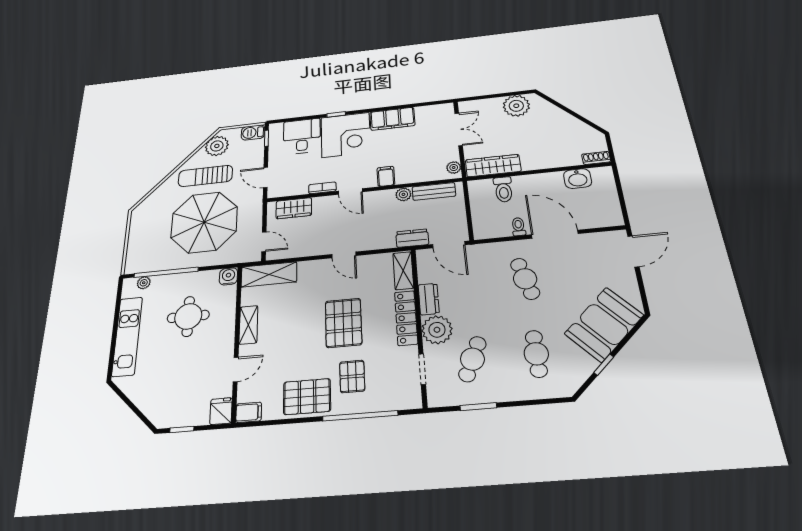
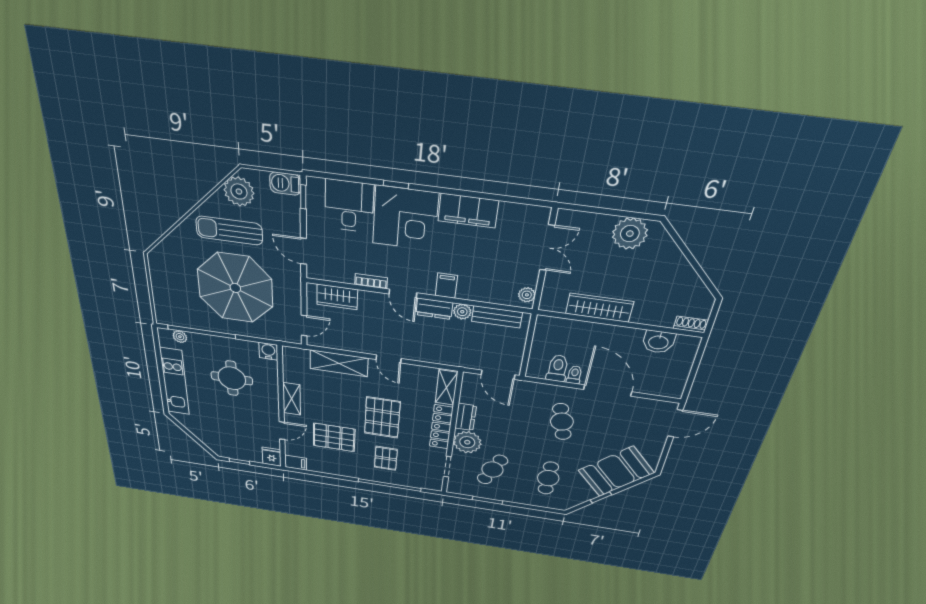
wardrobe: (493, 166) -> (599, 308), moved
toilet: (503, 189) -> (558, 368), moved, turned 180
dresser: (412, 238) -> (434, 309), moved, turned 180
door: (264, 242) -> (304, 326), hinge flipped
shelving: (269, 274) -> (339, 363), moved
pallet: (307, 397) -> (334, 437), moved

